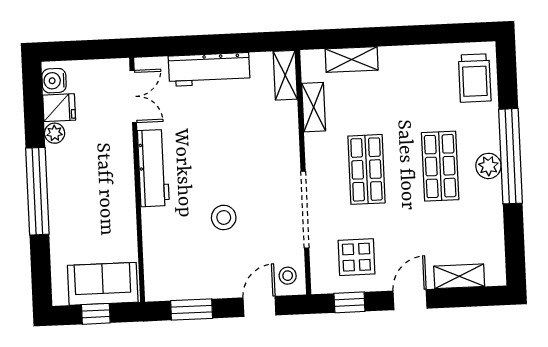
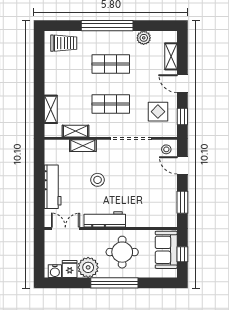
shelving: (285, 75) -> (83, 146), moved
plant: (55, 133) -> (88, 267), width x1.87, depth x1.87
plant: (488, 166) -> (144, 38), moved
round table: (95, 203) -> (122, 252), added
stool: (224, 217) -> (98, 180), moved

